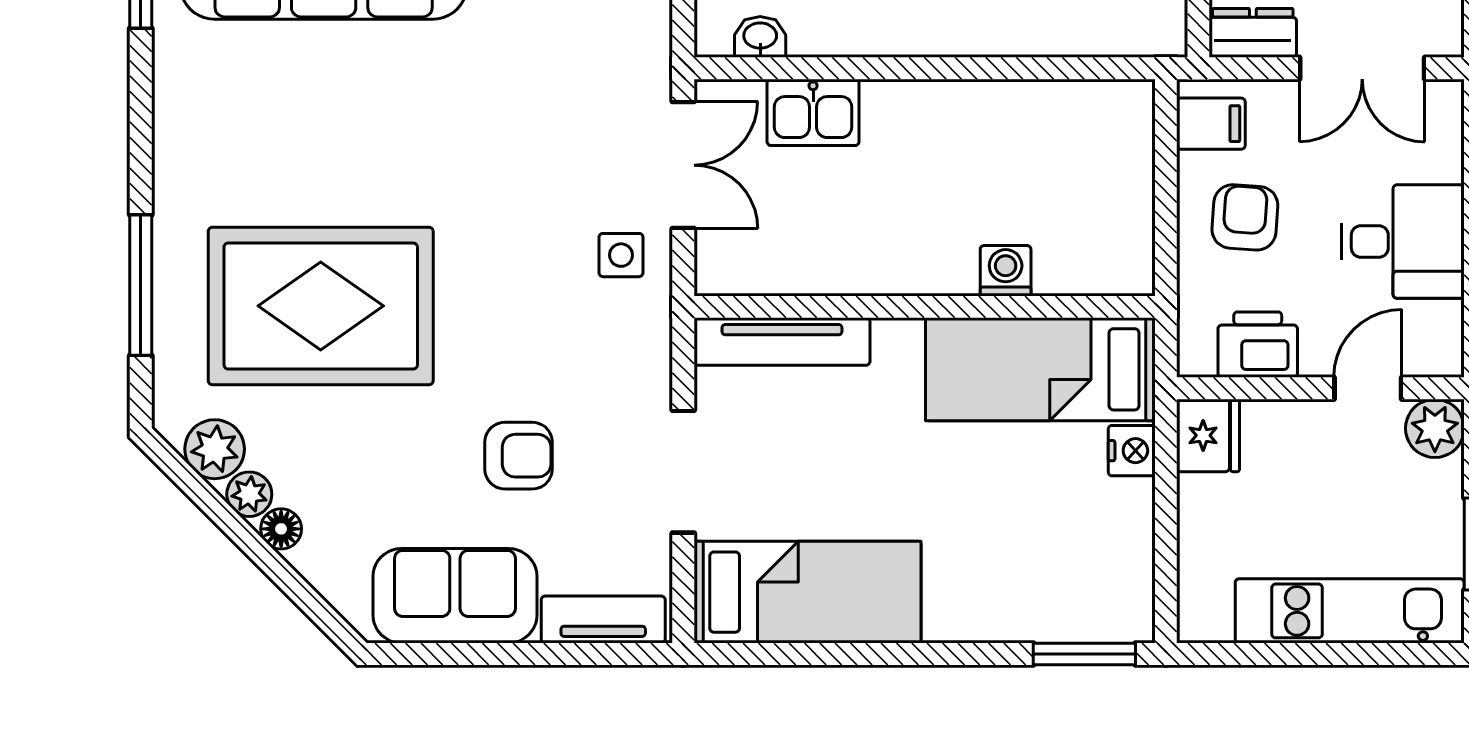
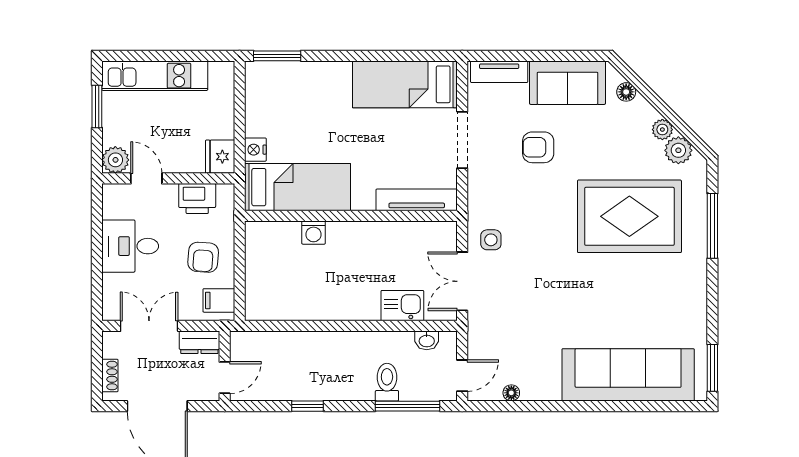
door: (1368, 388) -> (146, 178), swing flipped
floor lamp: (281, 529) -> (626, 92), moved

